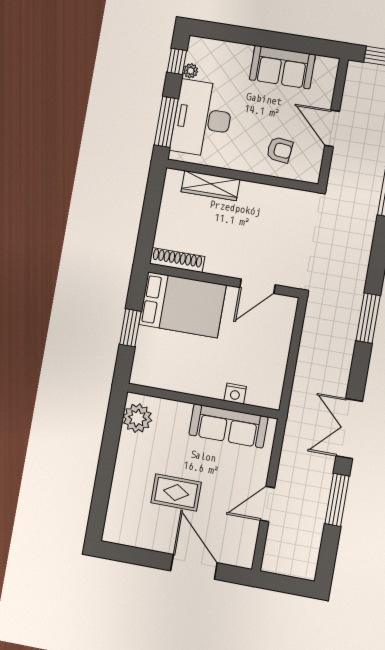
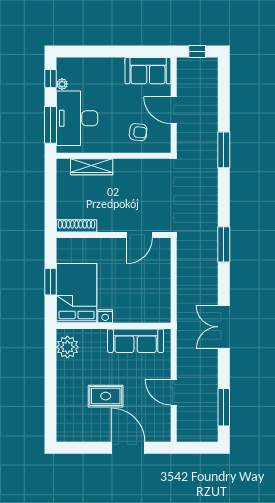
sofa: (282, 67) -> (148, 71), moved
bed: (182, 305) -> (77, 293), moved, turned -90
nightstand: (235, 394) -> (105, 316), moved
window: (337, 500) -> (224, 407), moved
door: (267, 504) -> (174, 392), hinge flipped

